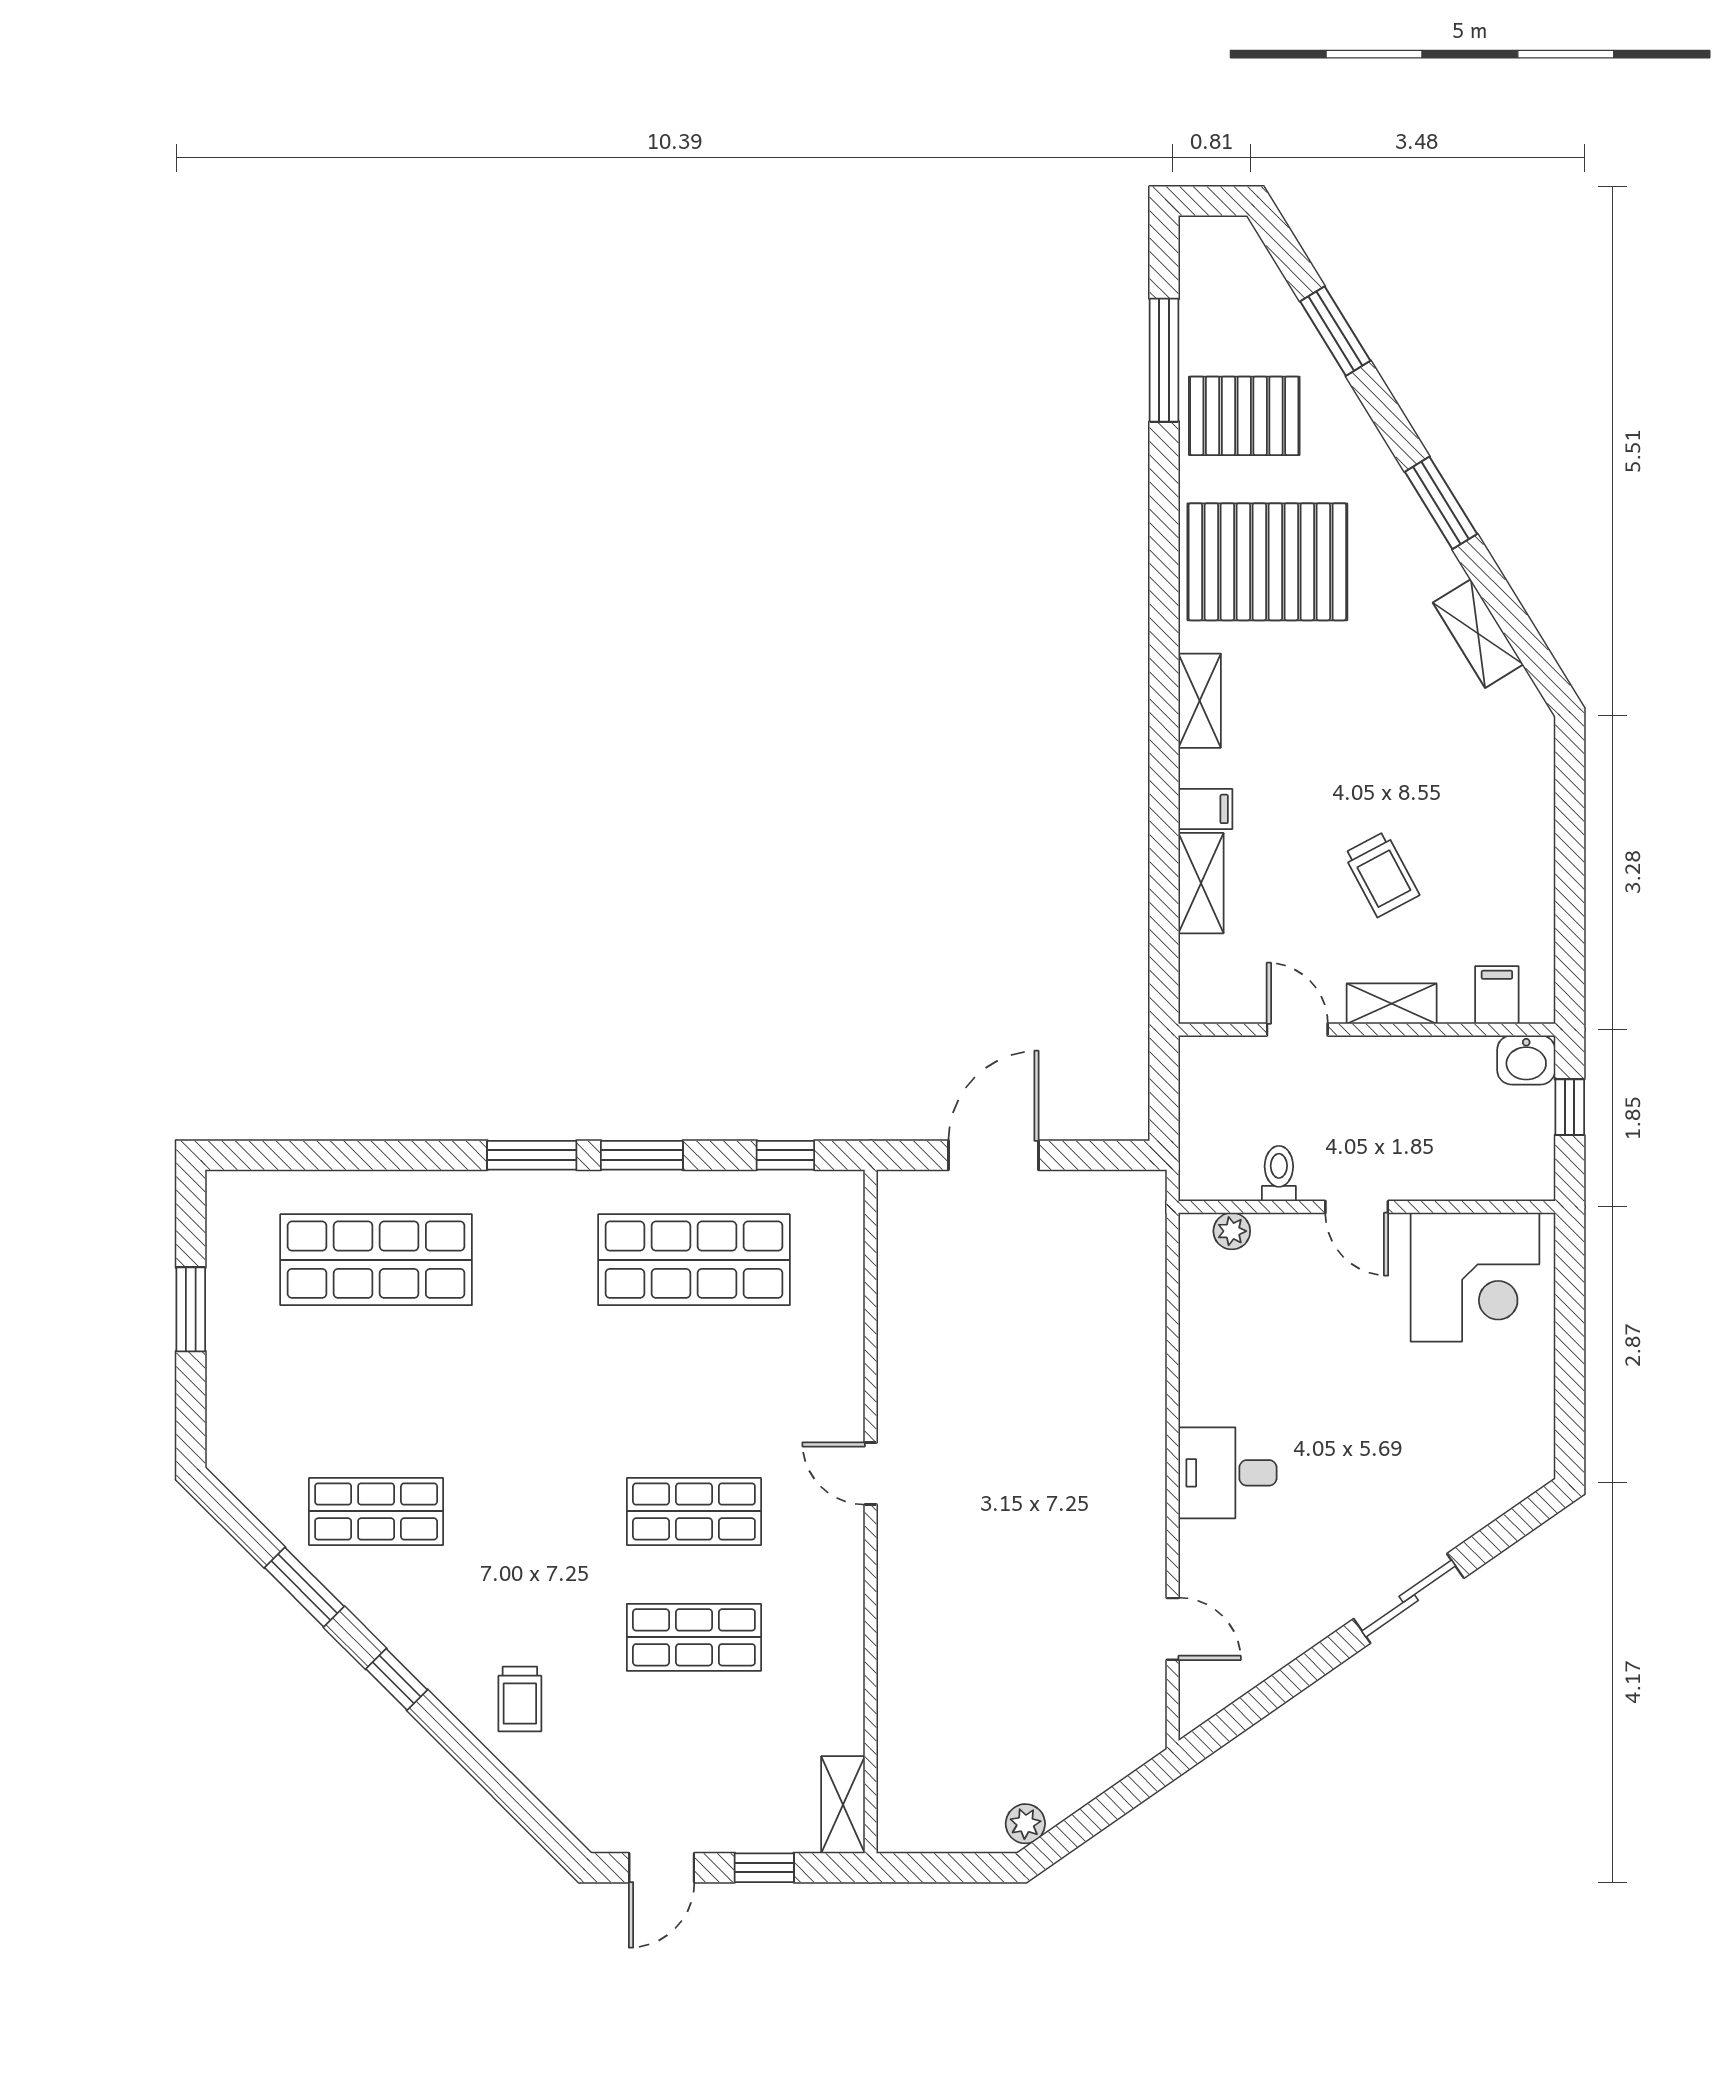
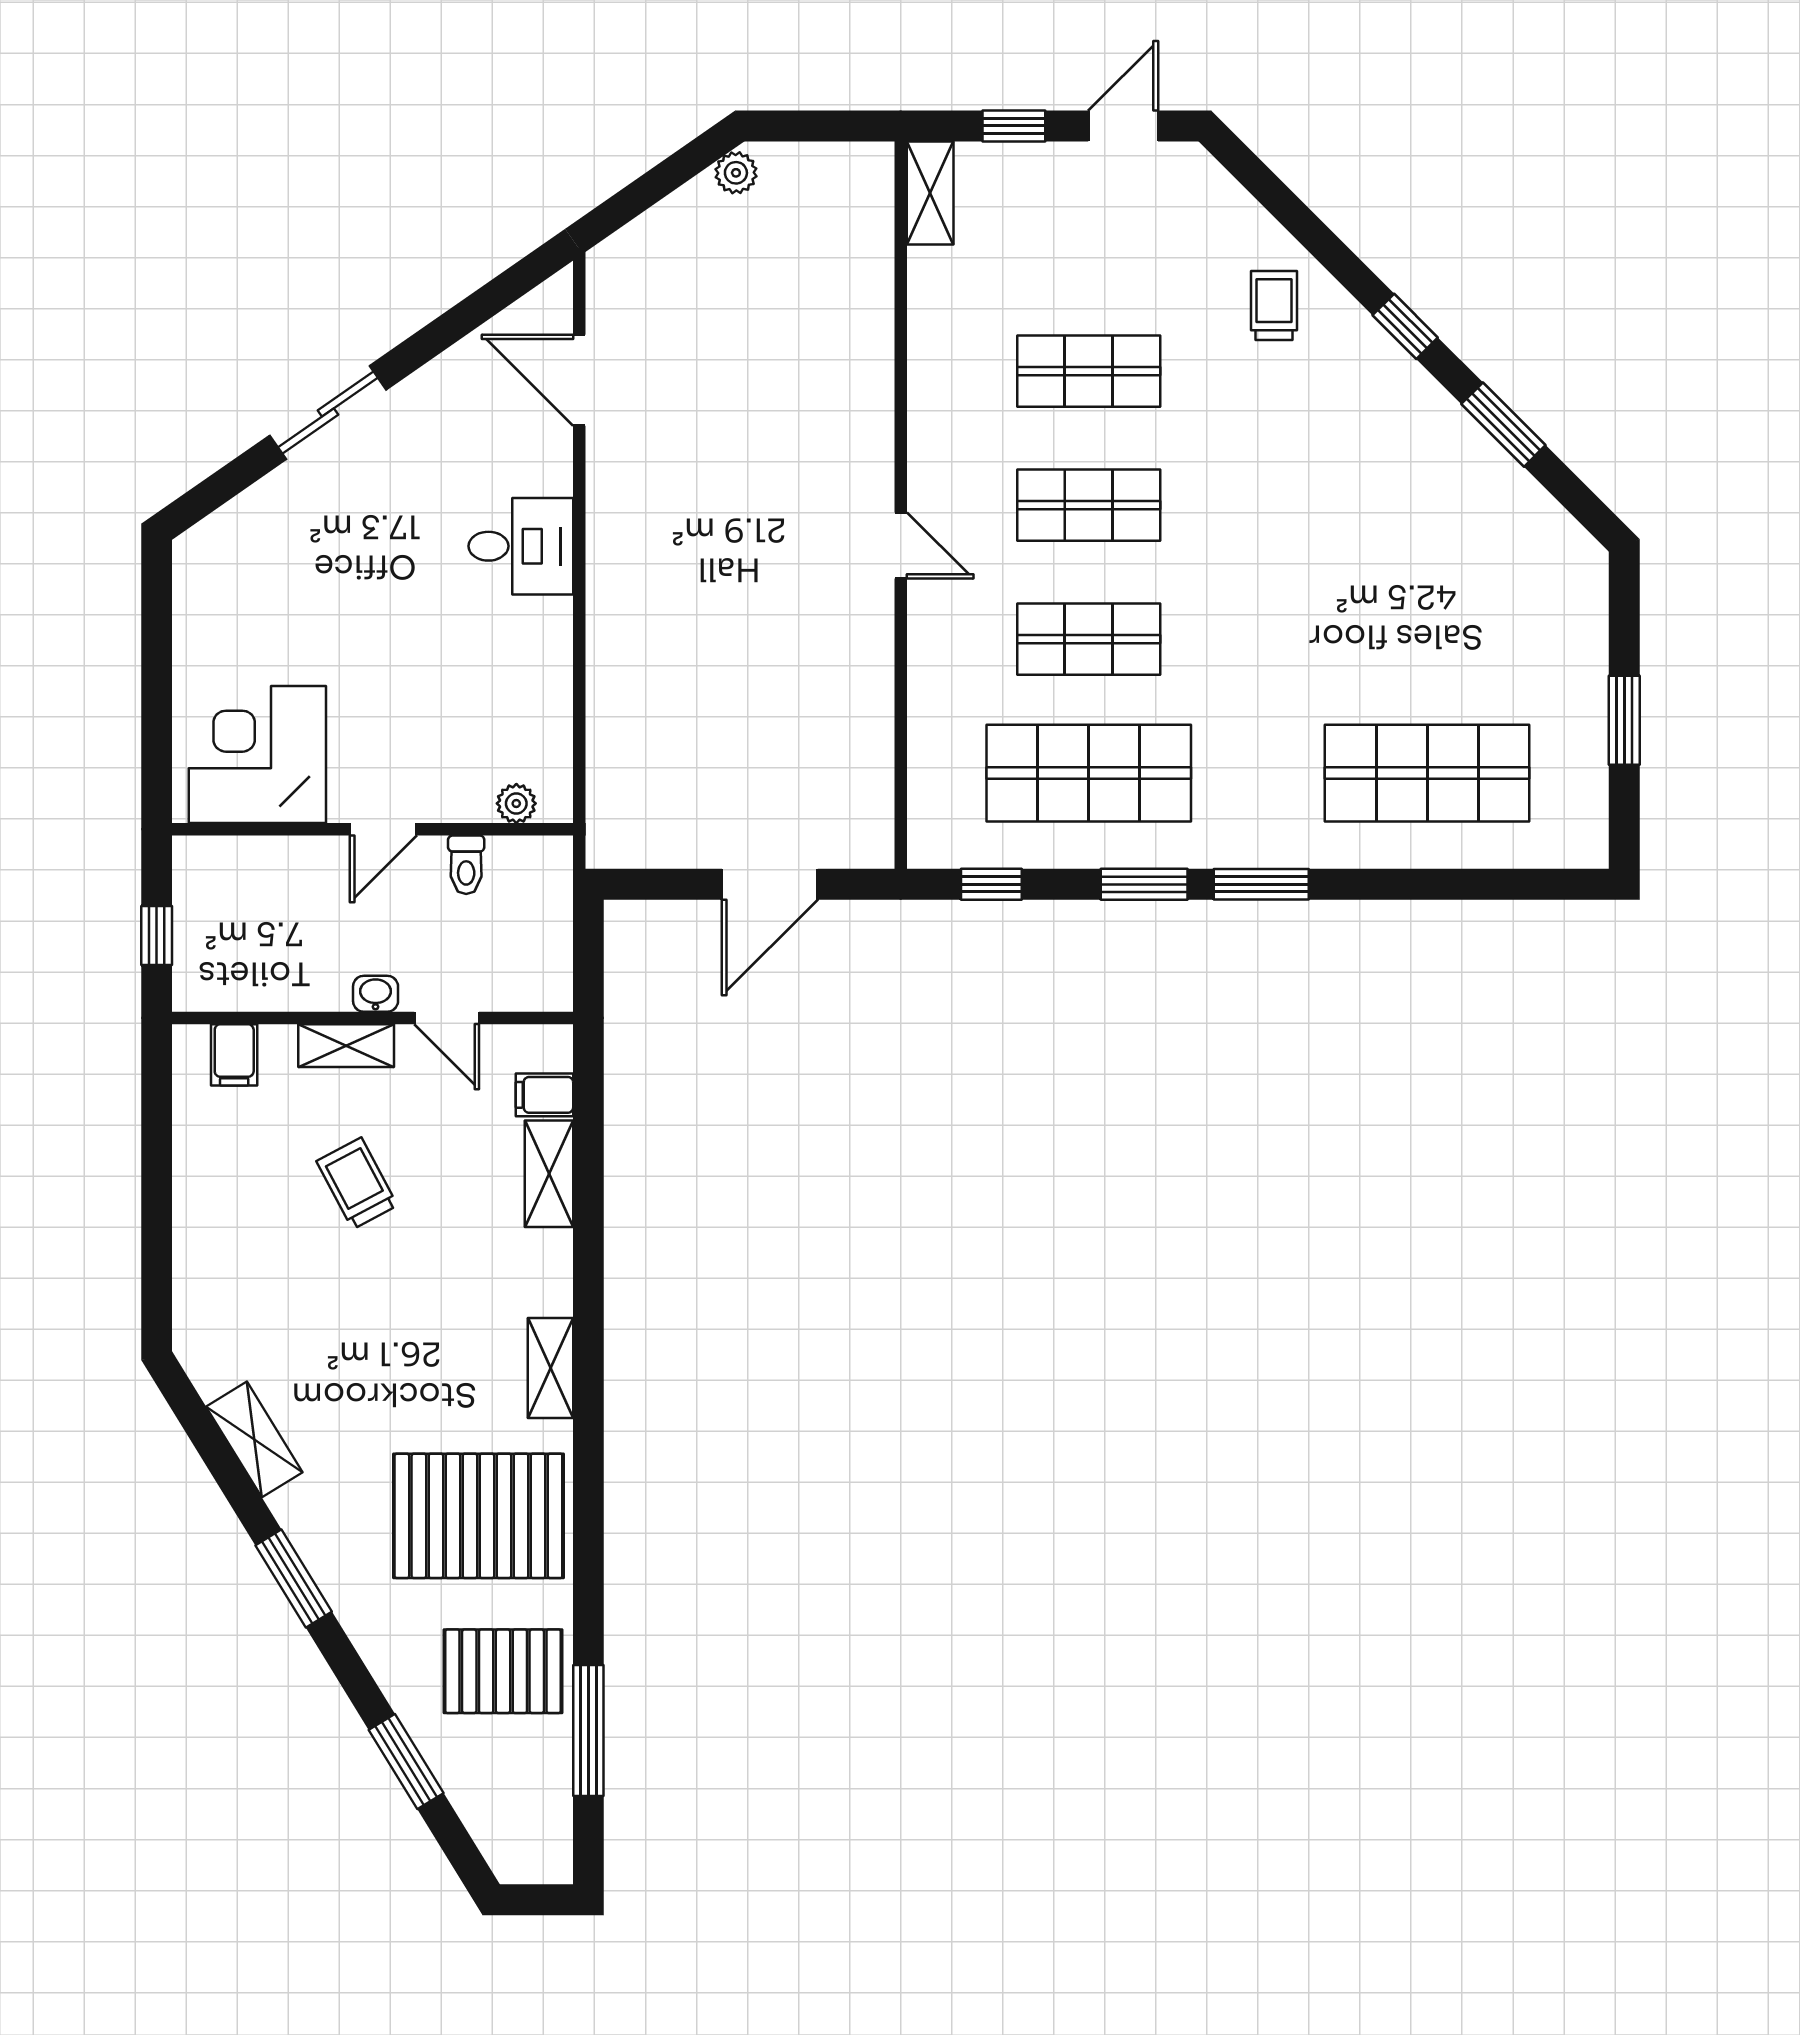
filing cabinet: (1205, 809) -> (544, 1095), moved
washbasin: (1526, 1060) -> (376, 994), moved, width x0.72, depth x0.69
door: (1357, 1207) -> (383, 829), swing flipped
shop shelf: (376, 1511) -> (1089, 639), moved
door: (1173, 1629) -> (579, 380), width x1.37

